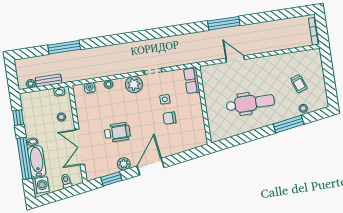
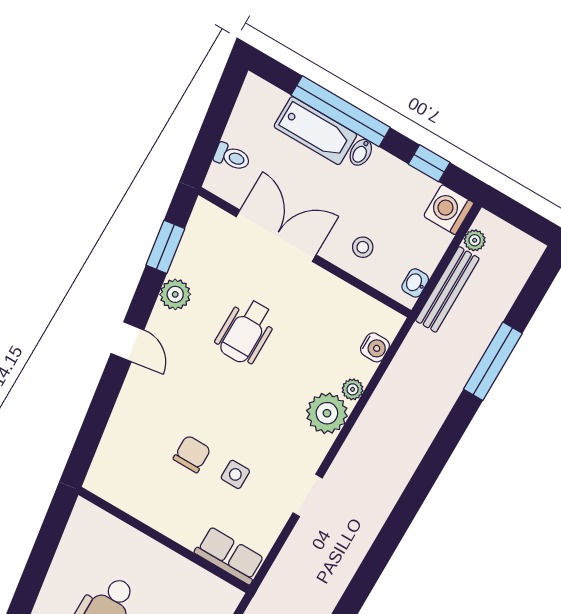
bench: (48, 80) -> (447, 289), width x1.36
plant: (134, 84) -> (327, 413), moved
door: (151, 167) -> (127, 342), width x0.53
washing machine: (41, 185) -> (449, 210), moved, turned 90

